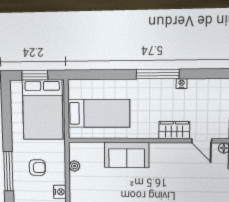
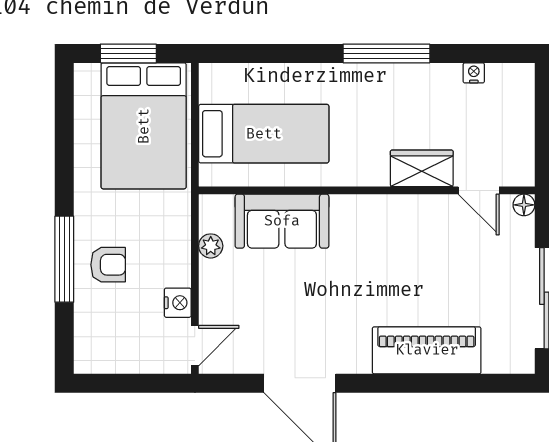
nightstand: (182, 84) -> (474, 73), moved
sofa: (127, 155) -> (282, 221), moved
armchair: (37, 168) -> (108, 265), moved

